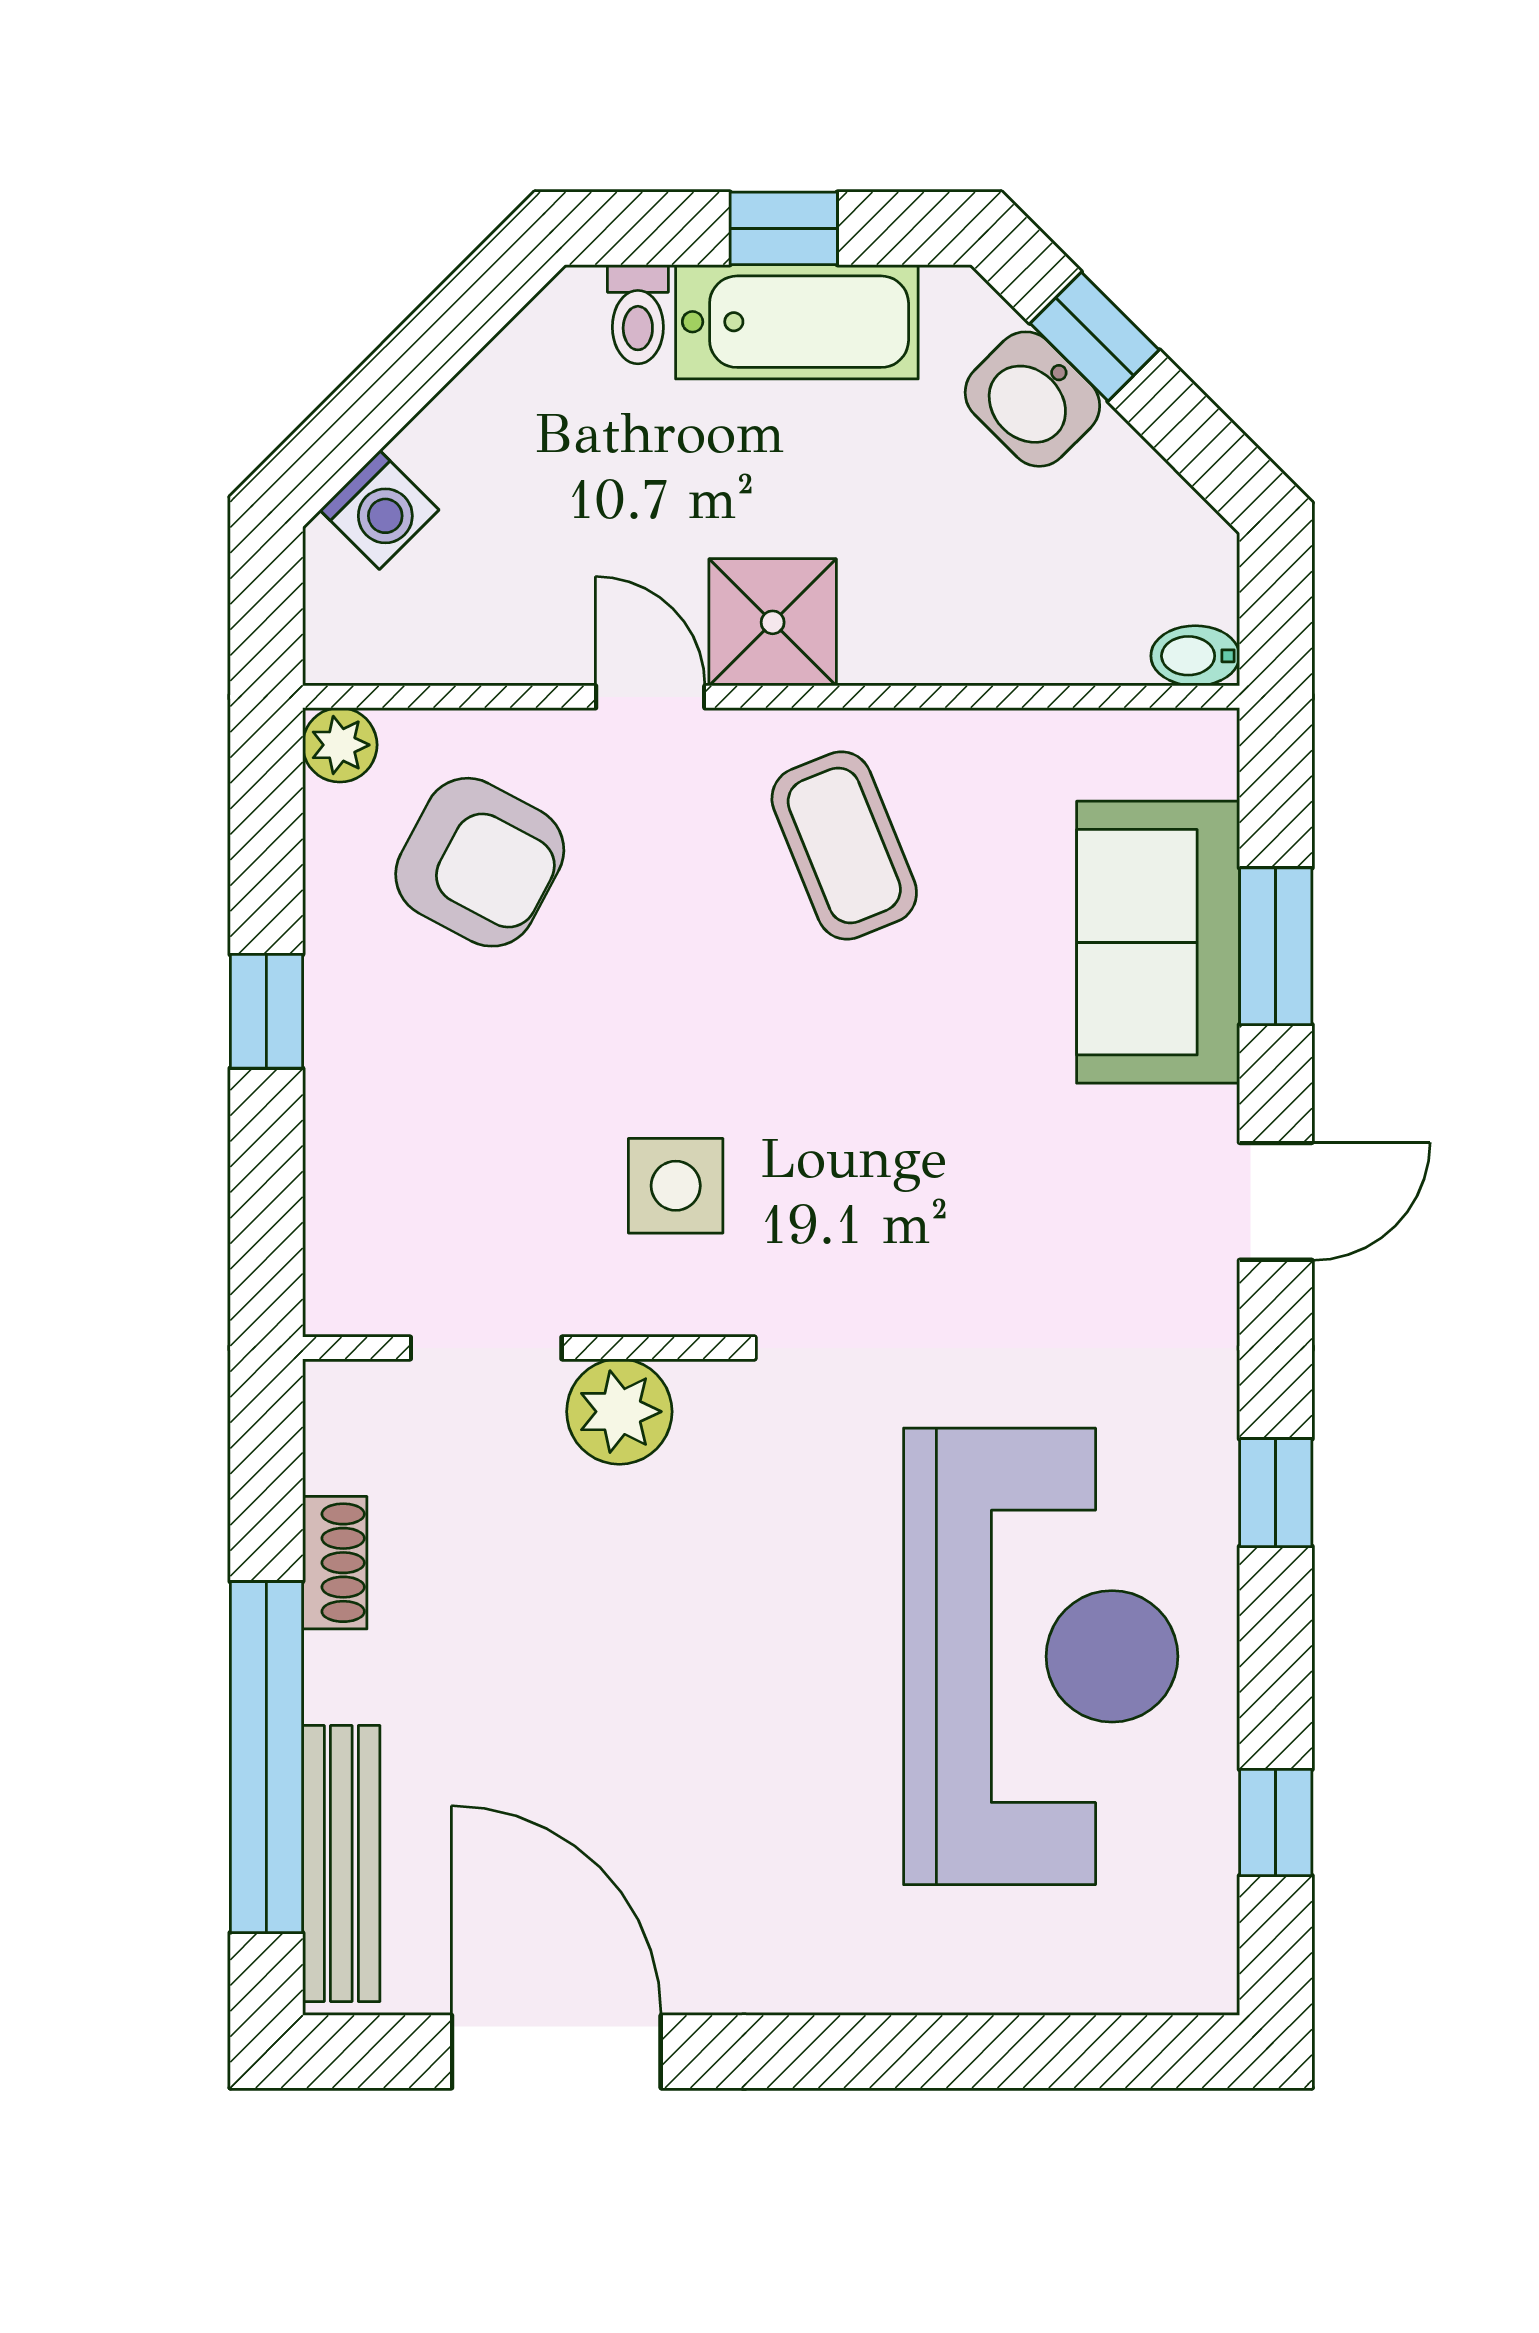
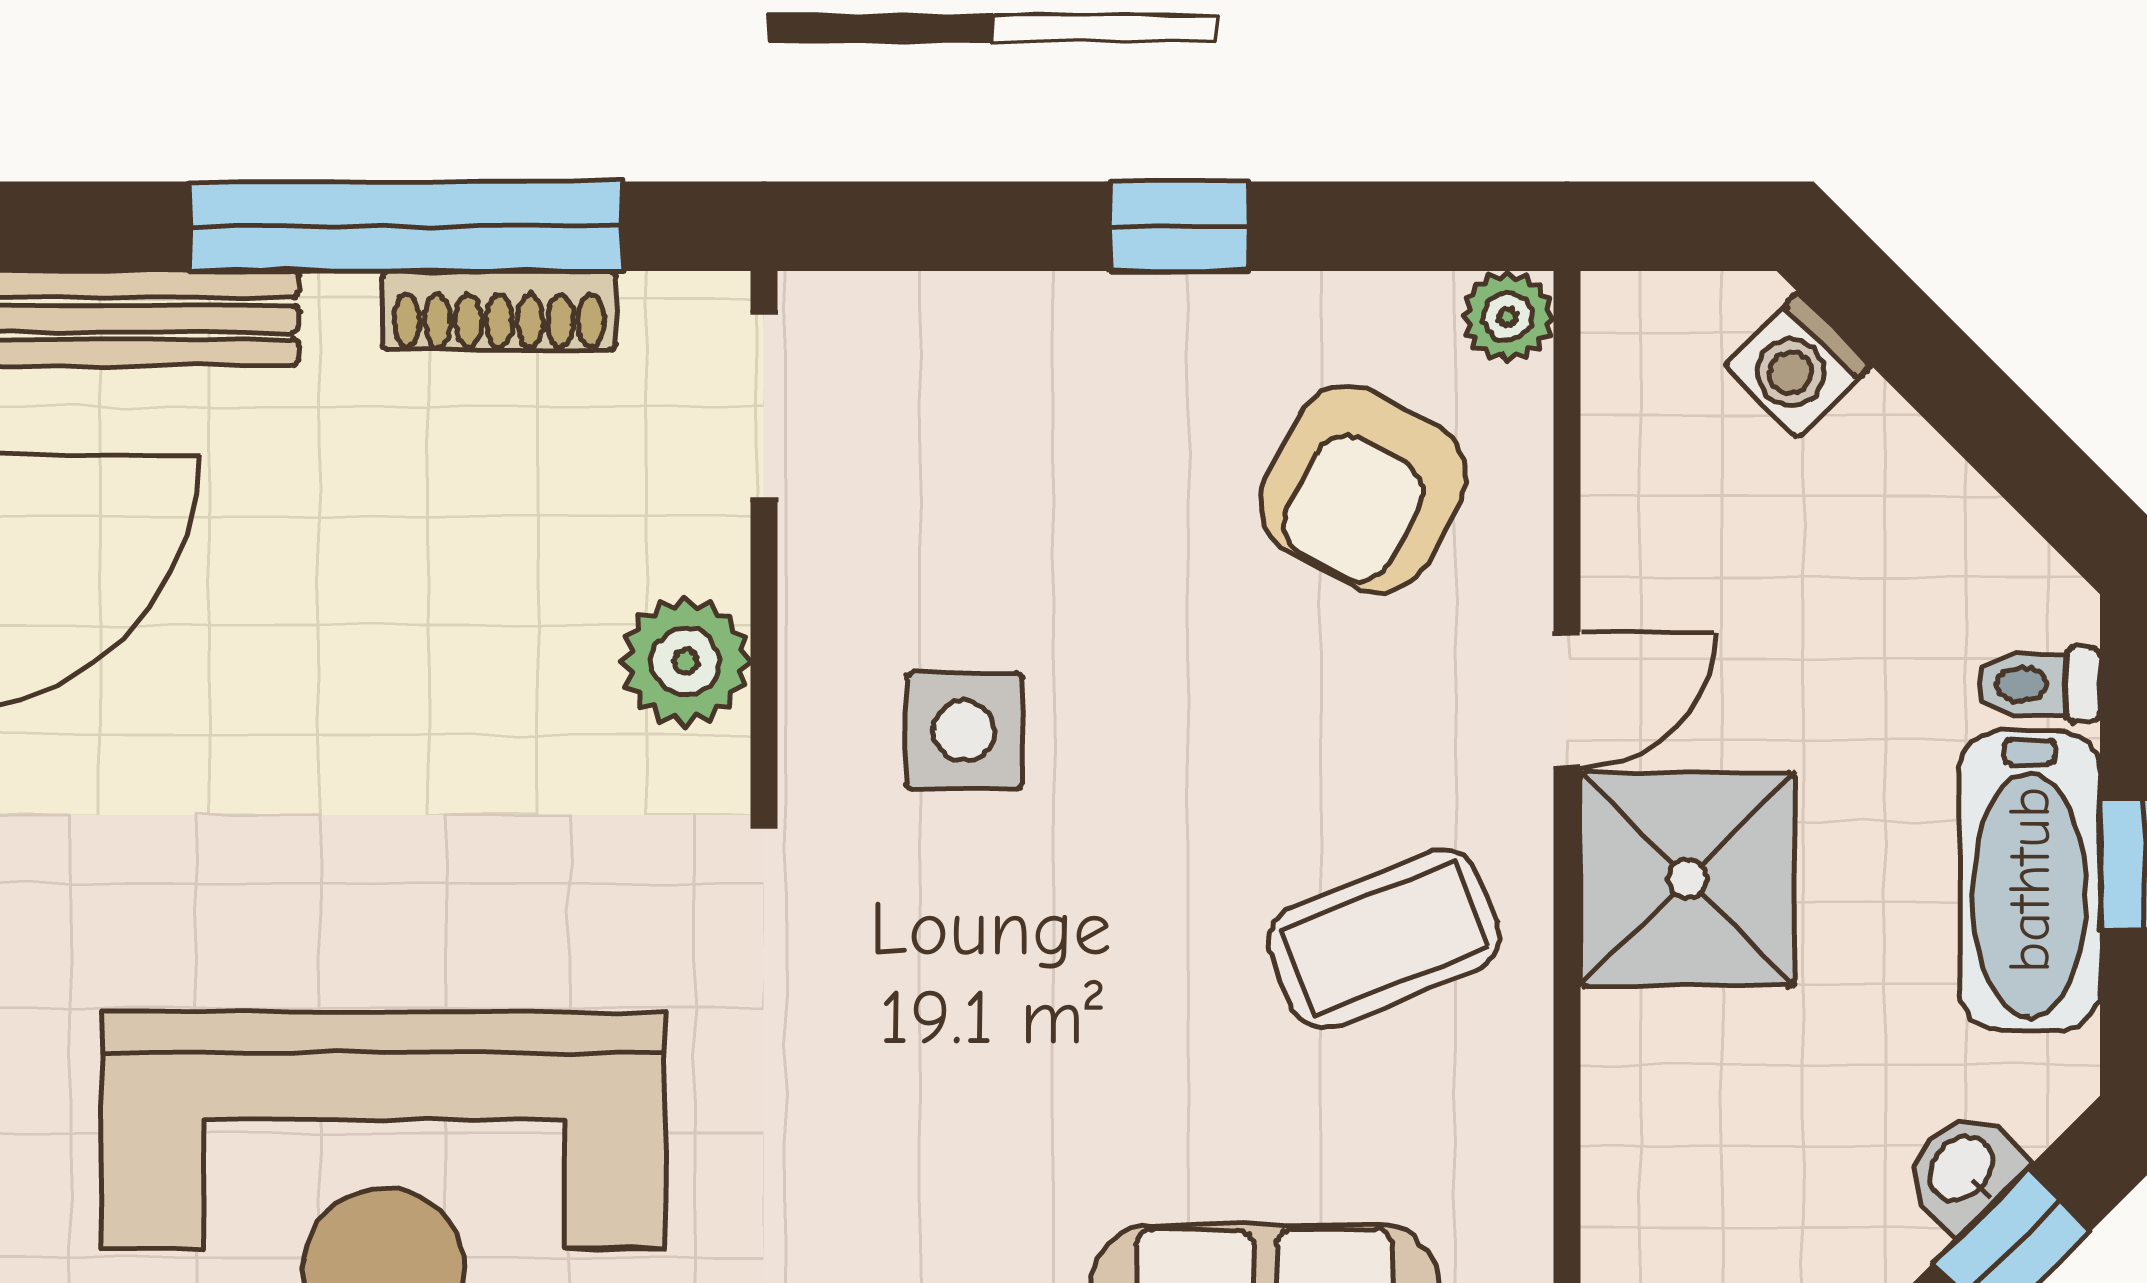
washbasin: (1032, 399) -> (1963, 1170), width x0.72, depth x0.69
shower: (773, 622) -> (1687, 879), width x1.36, depth x1.36
doorway: (486, 1348) -> (764, 406), moved
shoe rack: (335, 1563) -> (499, 311), width x1.43
window: (266, 1757) -> (406, 226), moved

